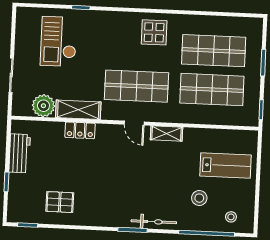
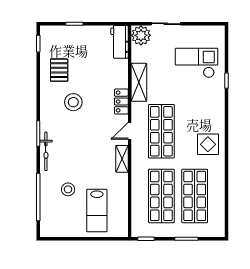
plant: (43, 106) -> (141, 35), moved
locker: (80, 130) -> (121, 102), moved
workbench: (20, 153) -> (119, 42), moved, turned 90
stool: (231, 217) -> (73, 102), moved, width x1.89, depth x1.89

